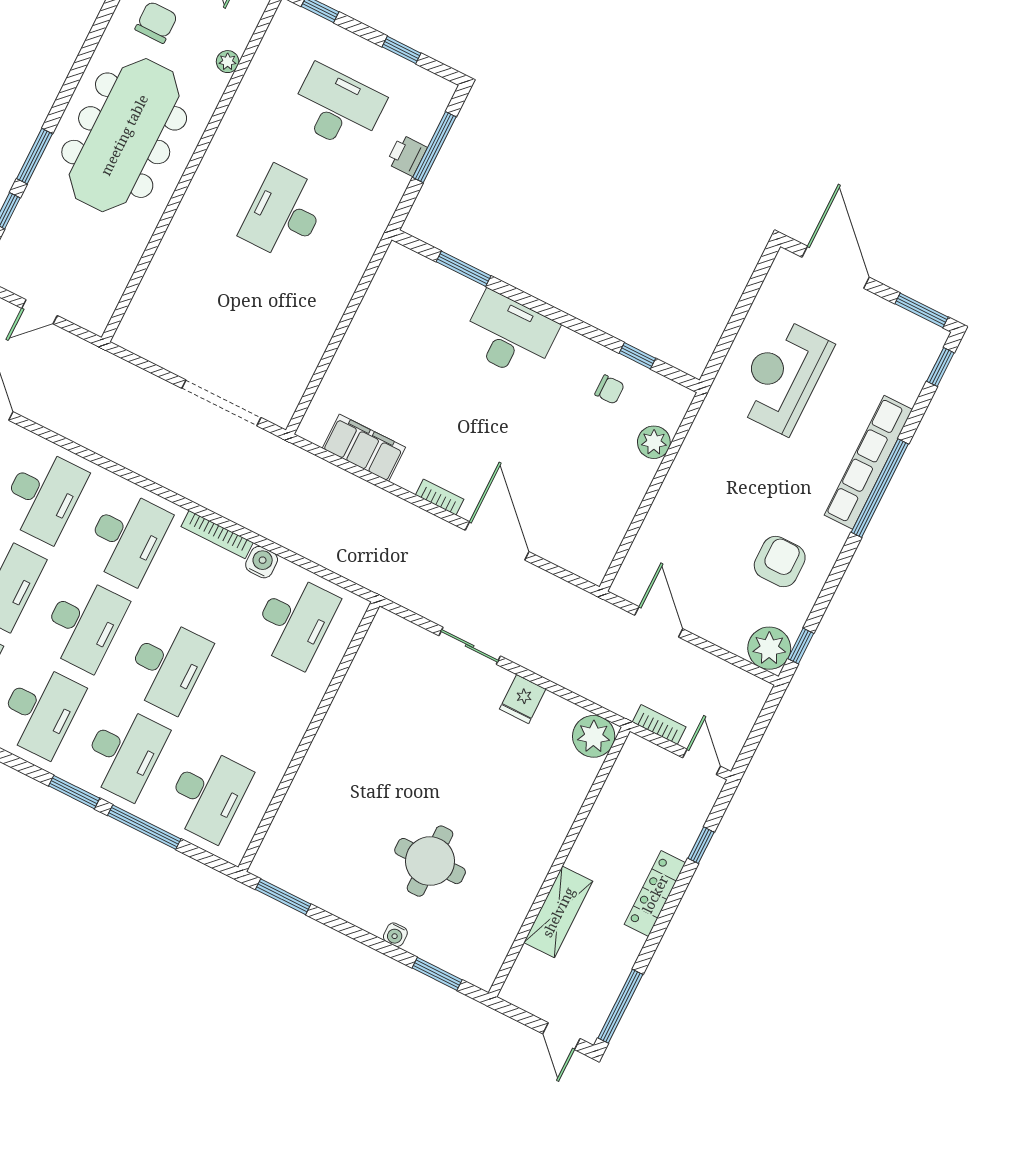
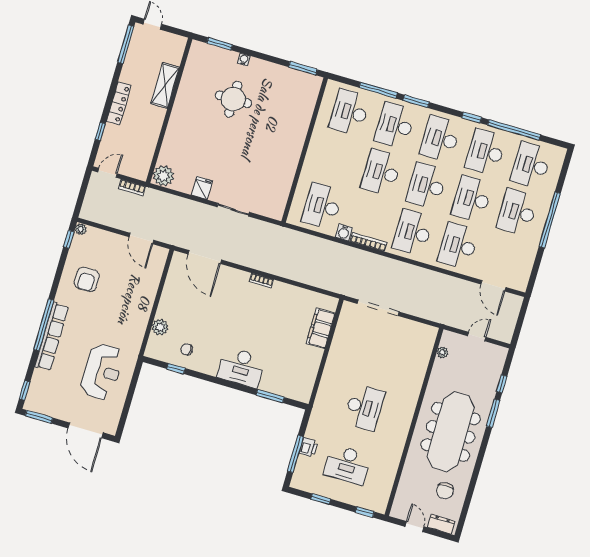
plant: (228, 62) -> (442, 352), moved
filing cabinet: (364, 448) -> (321, 328), moved, turned 90
door: (497, 541) -> (205, 257), moved
plant: (769, 648) -> (81, 229), width x0.53, depth x0.53
door: (702, 762) -> (107, 173), swing flipped

